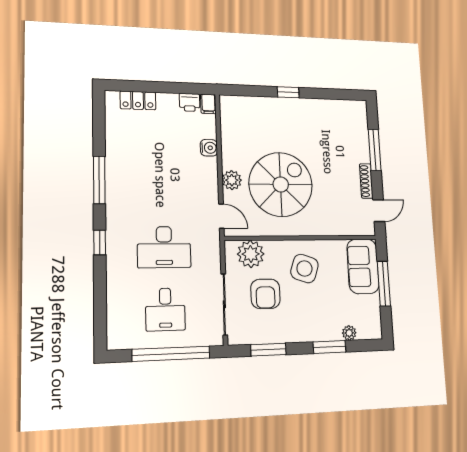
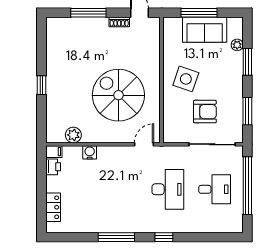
plant: (232, 180) -> (73, 135), moved
shoe rack: (366, 181) -> (119, 22), width x0.70
plant: (251, 254) -> (174, 122), removed
sofa: (363, 266) -> (205, 30), moved

